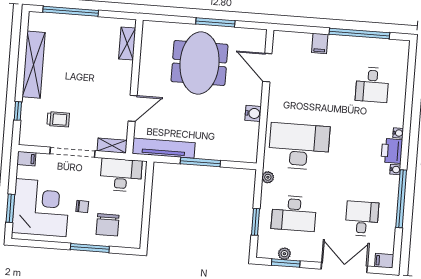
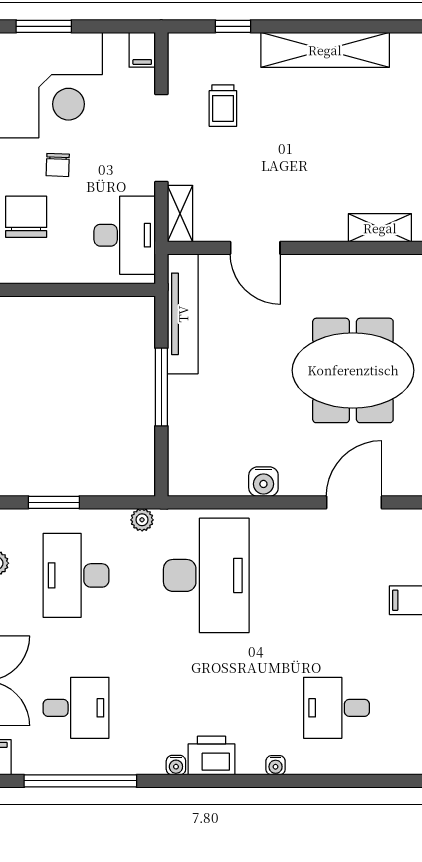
water cooler: (398, 133) -> (276, 765), moved
window: (401, 199) -> (80, 781), moved
chair: (108, 225) -> (26, 217), turned 90

